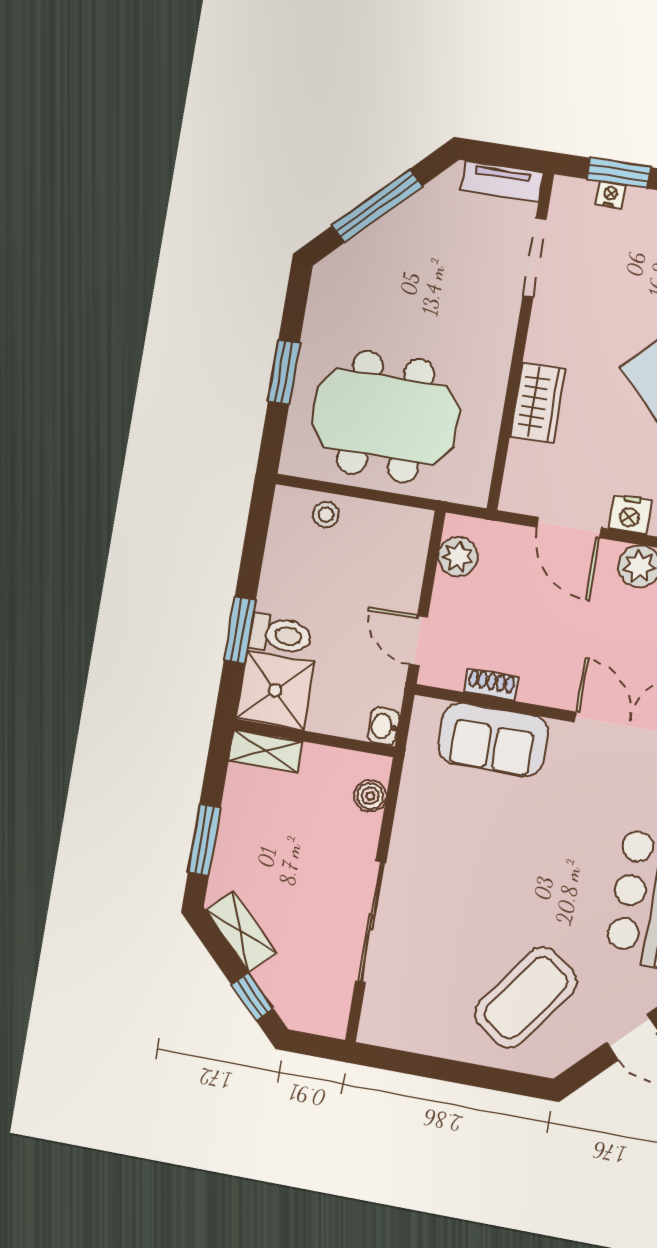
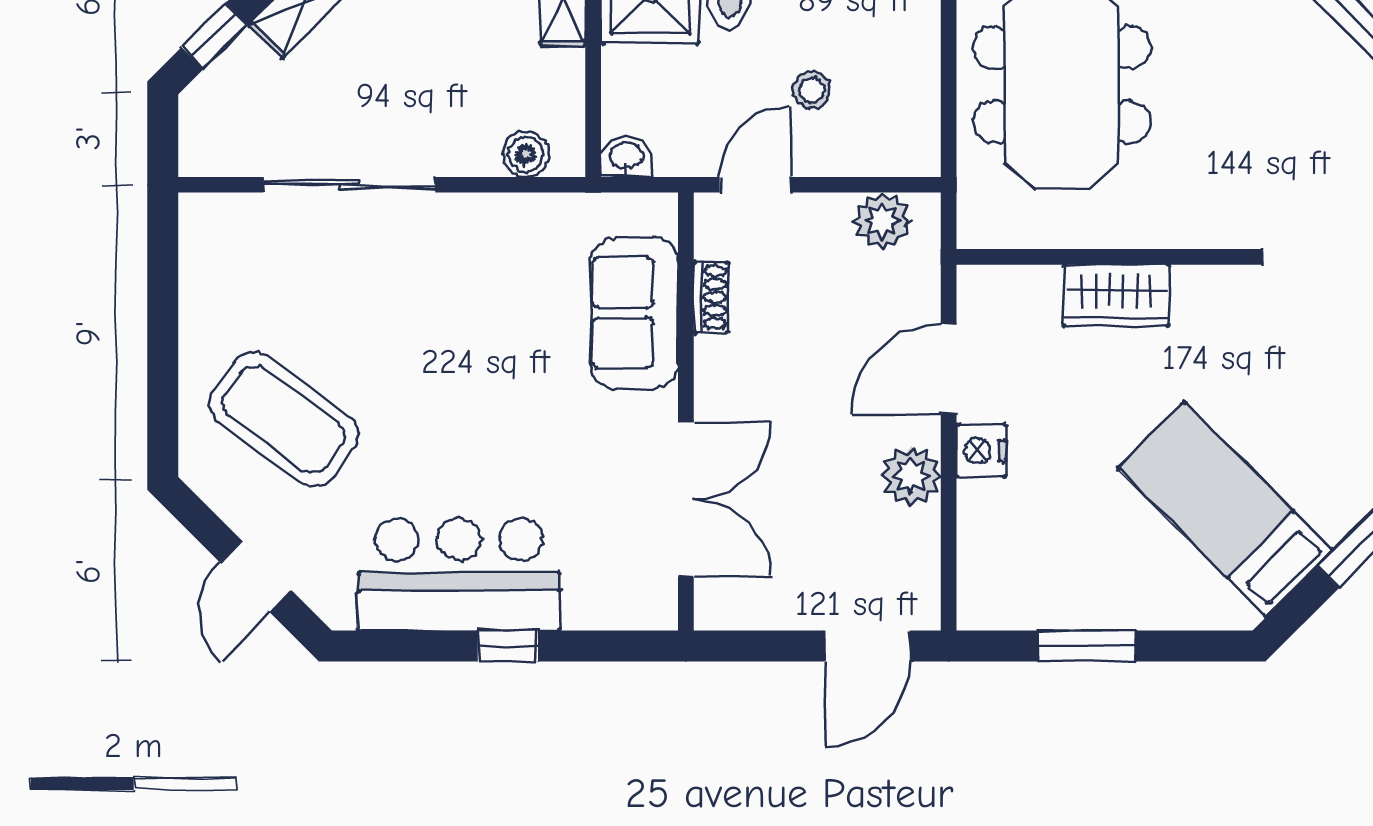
stool: (326, 515) -> (811, 90), moved

